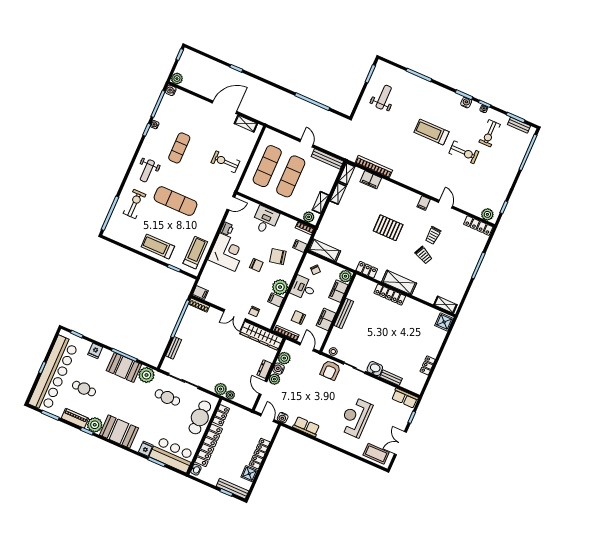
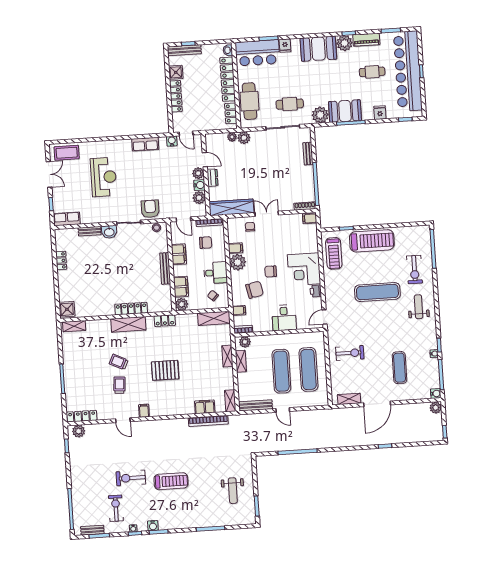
exercise mat: (179, 148) -> (399, 368), moved
shelving: (338, 193) -> (227, 356), moved
treadmill: (158, 247) -> (372, 241), width x1.37, depth x1.37

